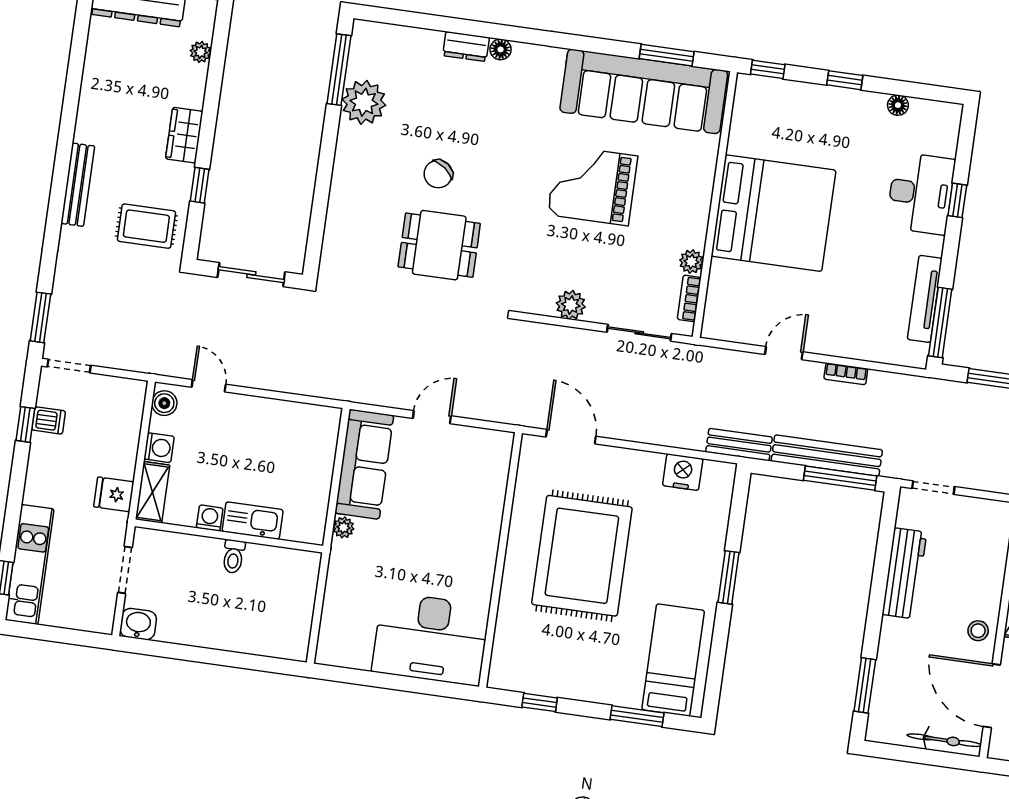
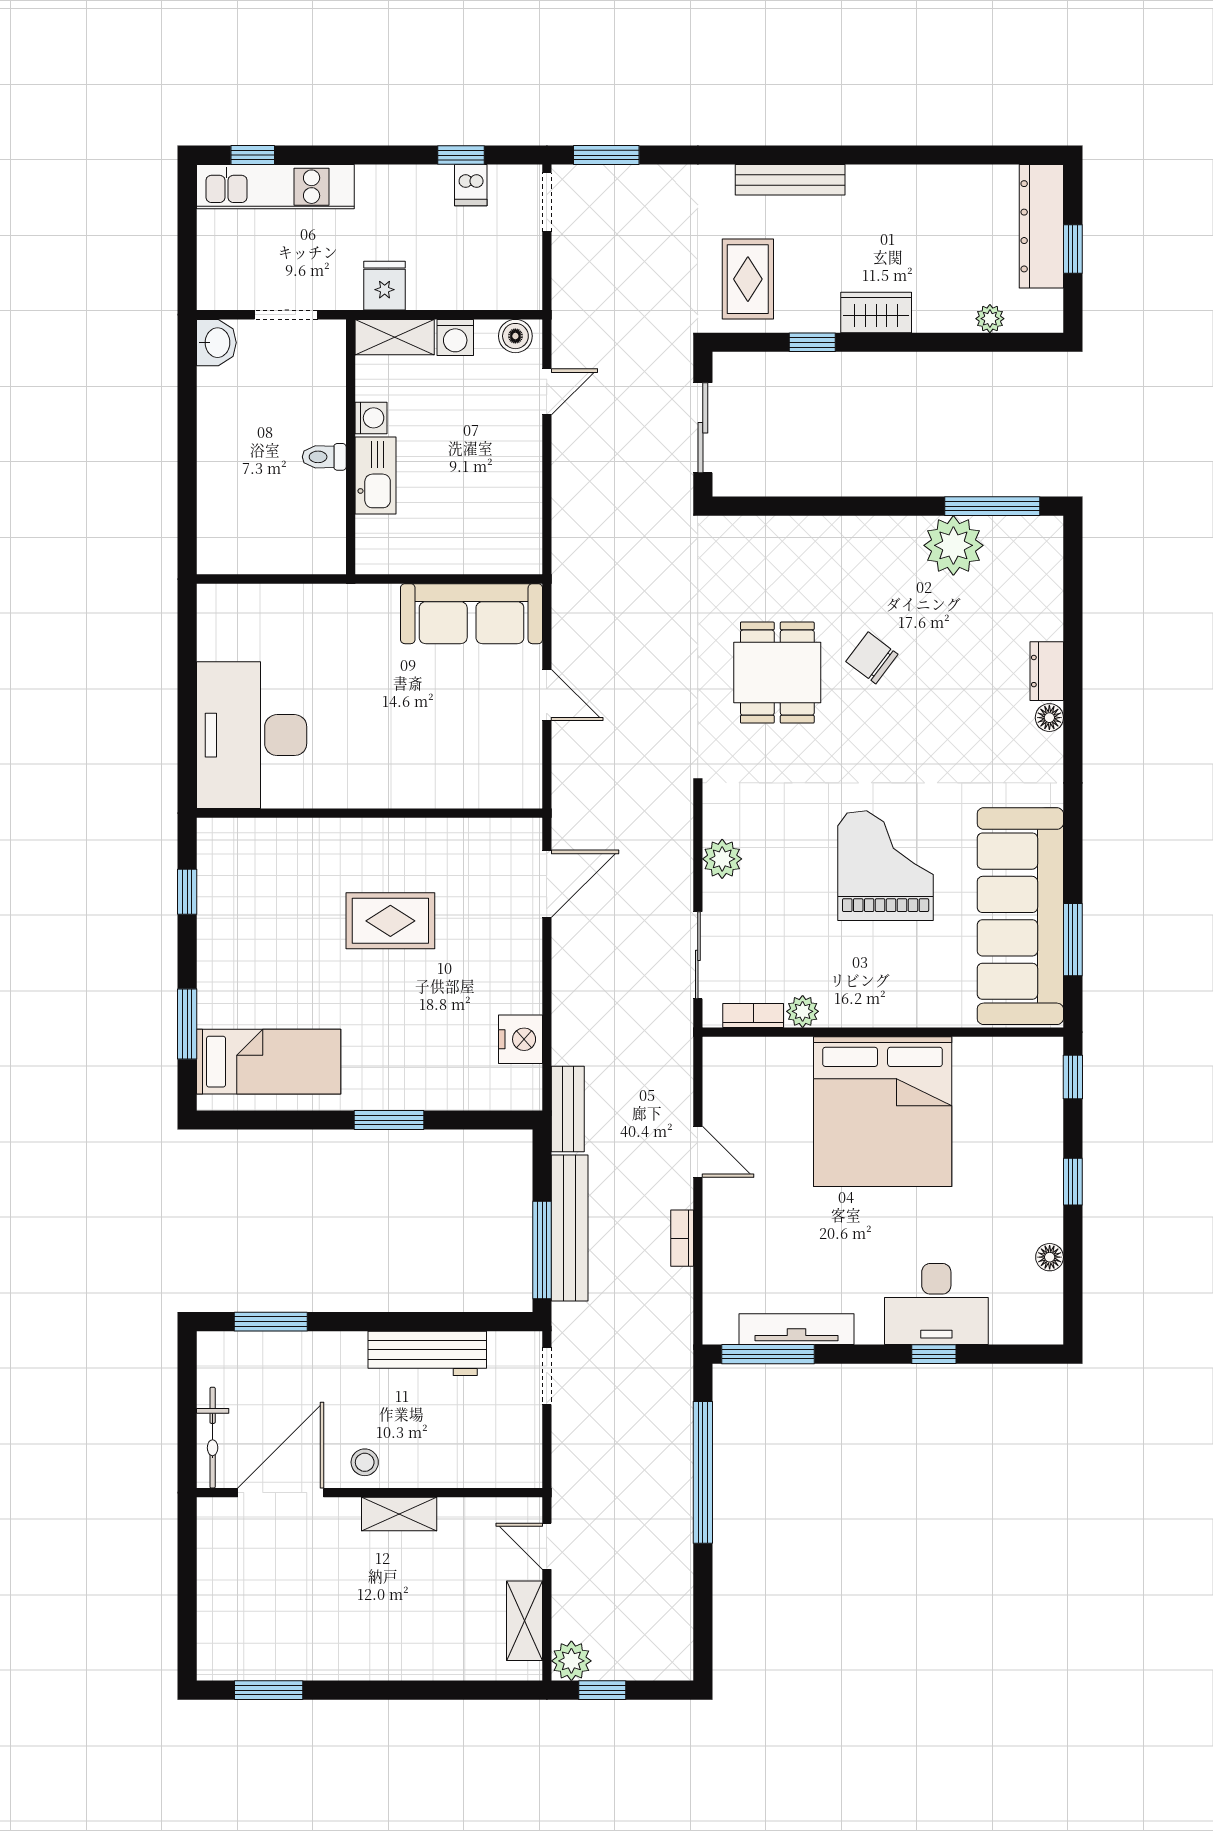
plant: (343, 527) -> (383, 598), removed
rug: (582, 556) -> (390, 921), width x0.54, depth x0.49

